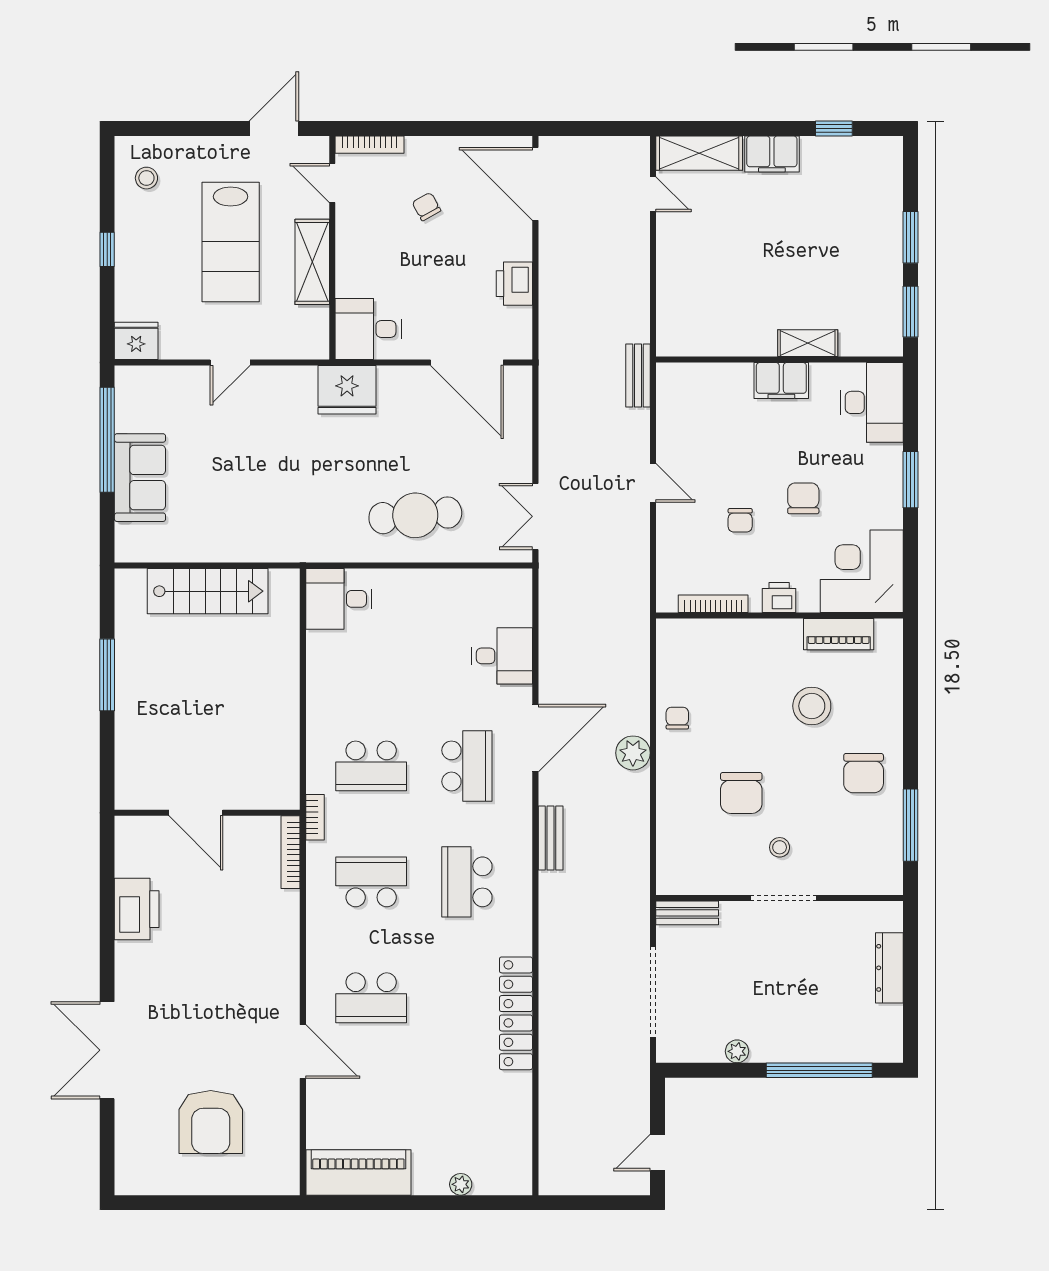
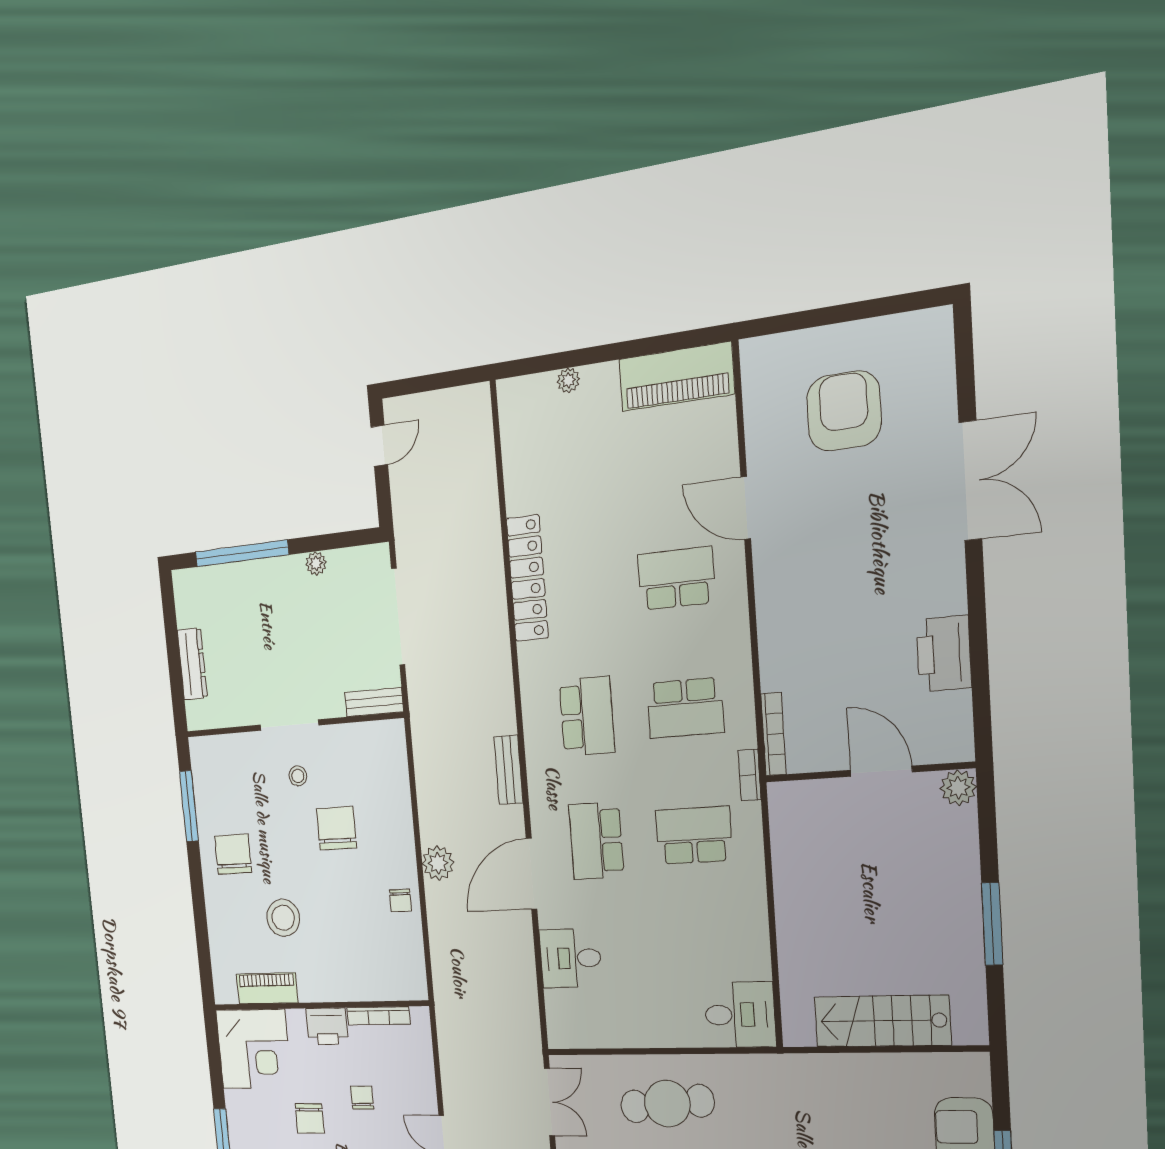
printer: (779, 597) -> (327, 1026), width x1.36, depth x1.24
plant: (130, 794) -> (958, 788), added

